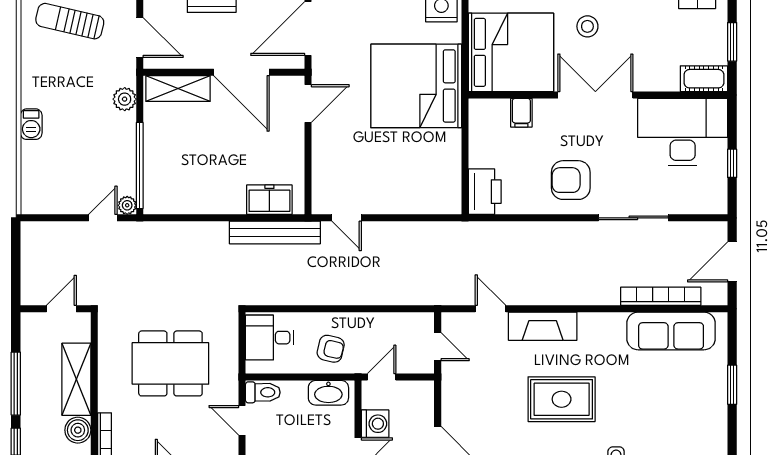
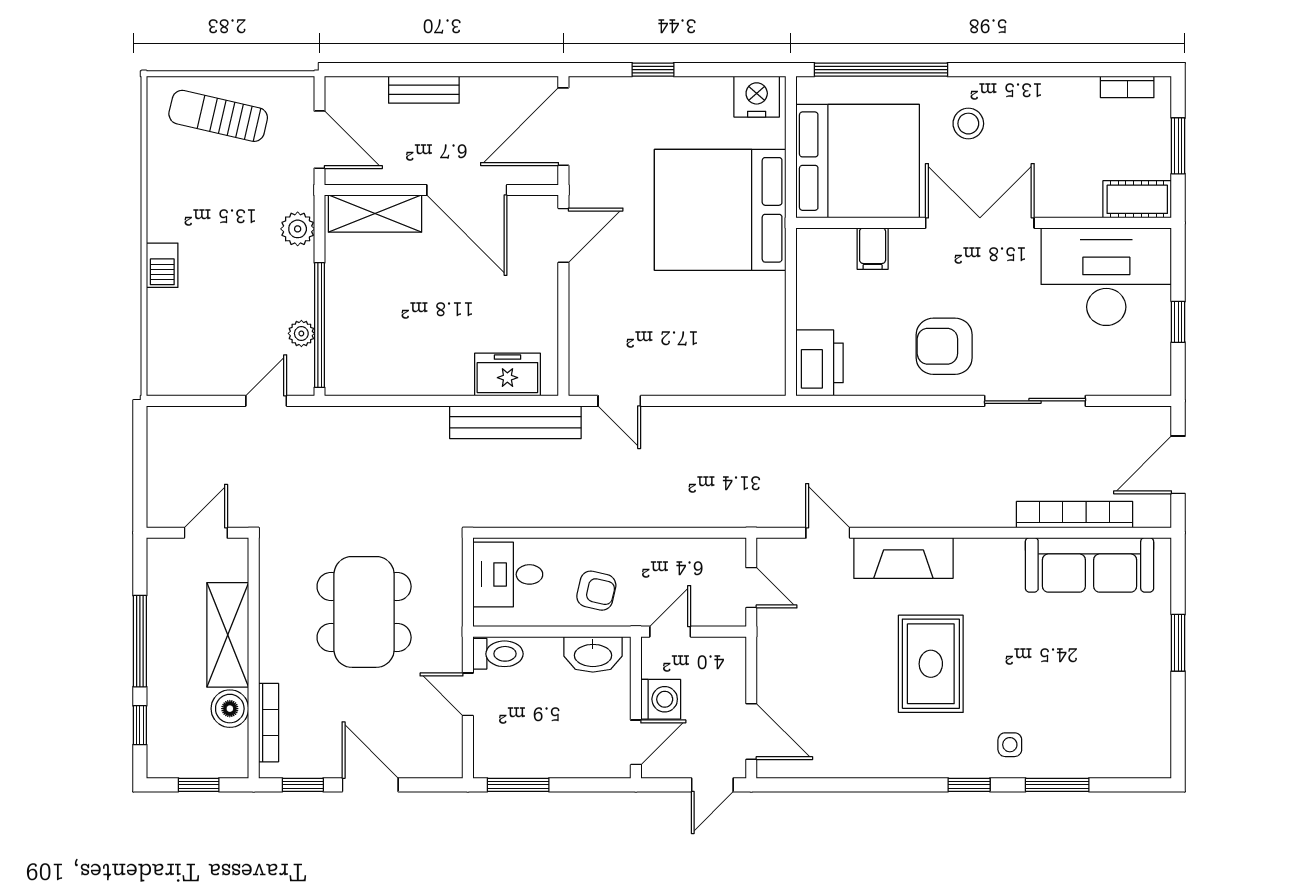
plant: (127, 205) -> (301, 333), moved
dining table: (170, 363) -> (364, 612), turned 90
rug: (562, 399) -> (931, 664), turned 90

